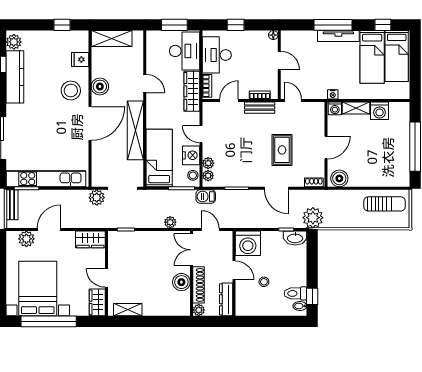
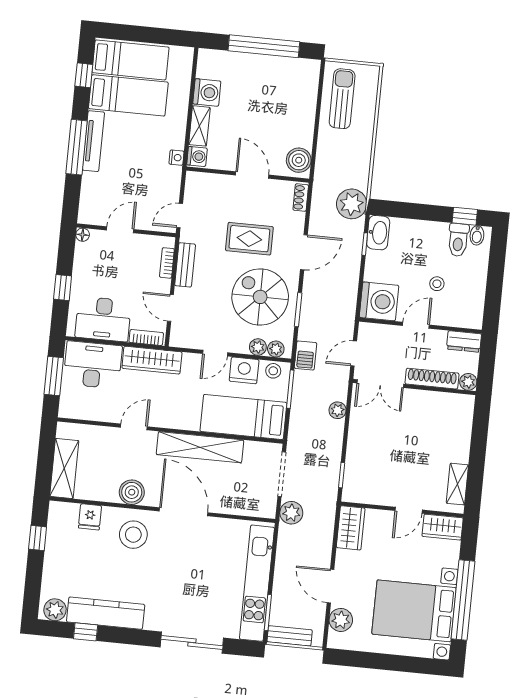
spiral stairs: (243, 161) -> (260, 297), added
boiler: (181, 282) -> (425, 403), removed
dresser: (226, 299) -> (464, 341), width x0.70

